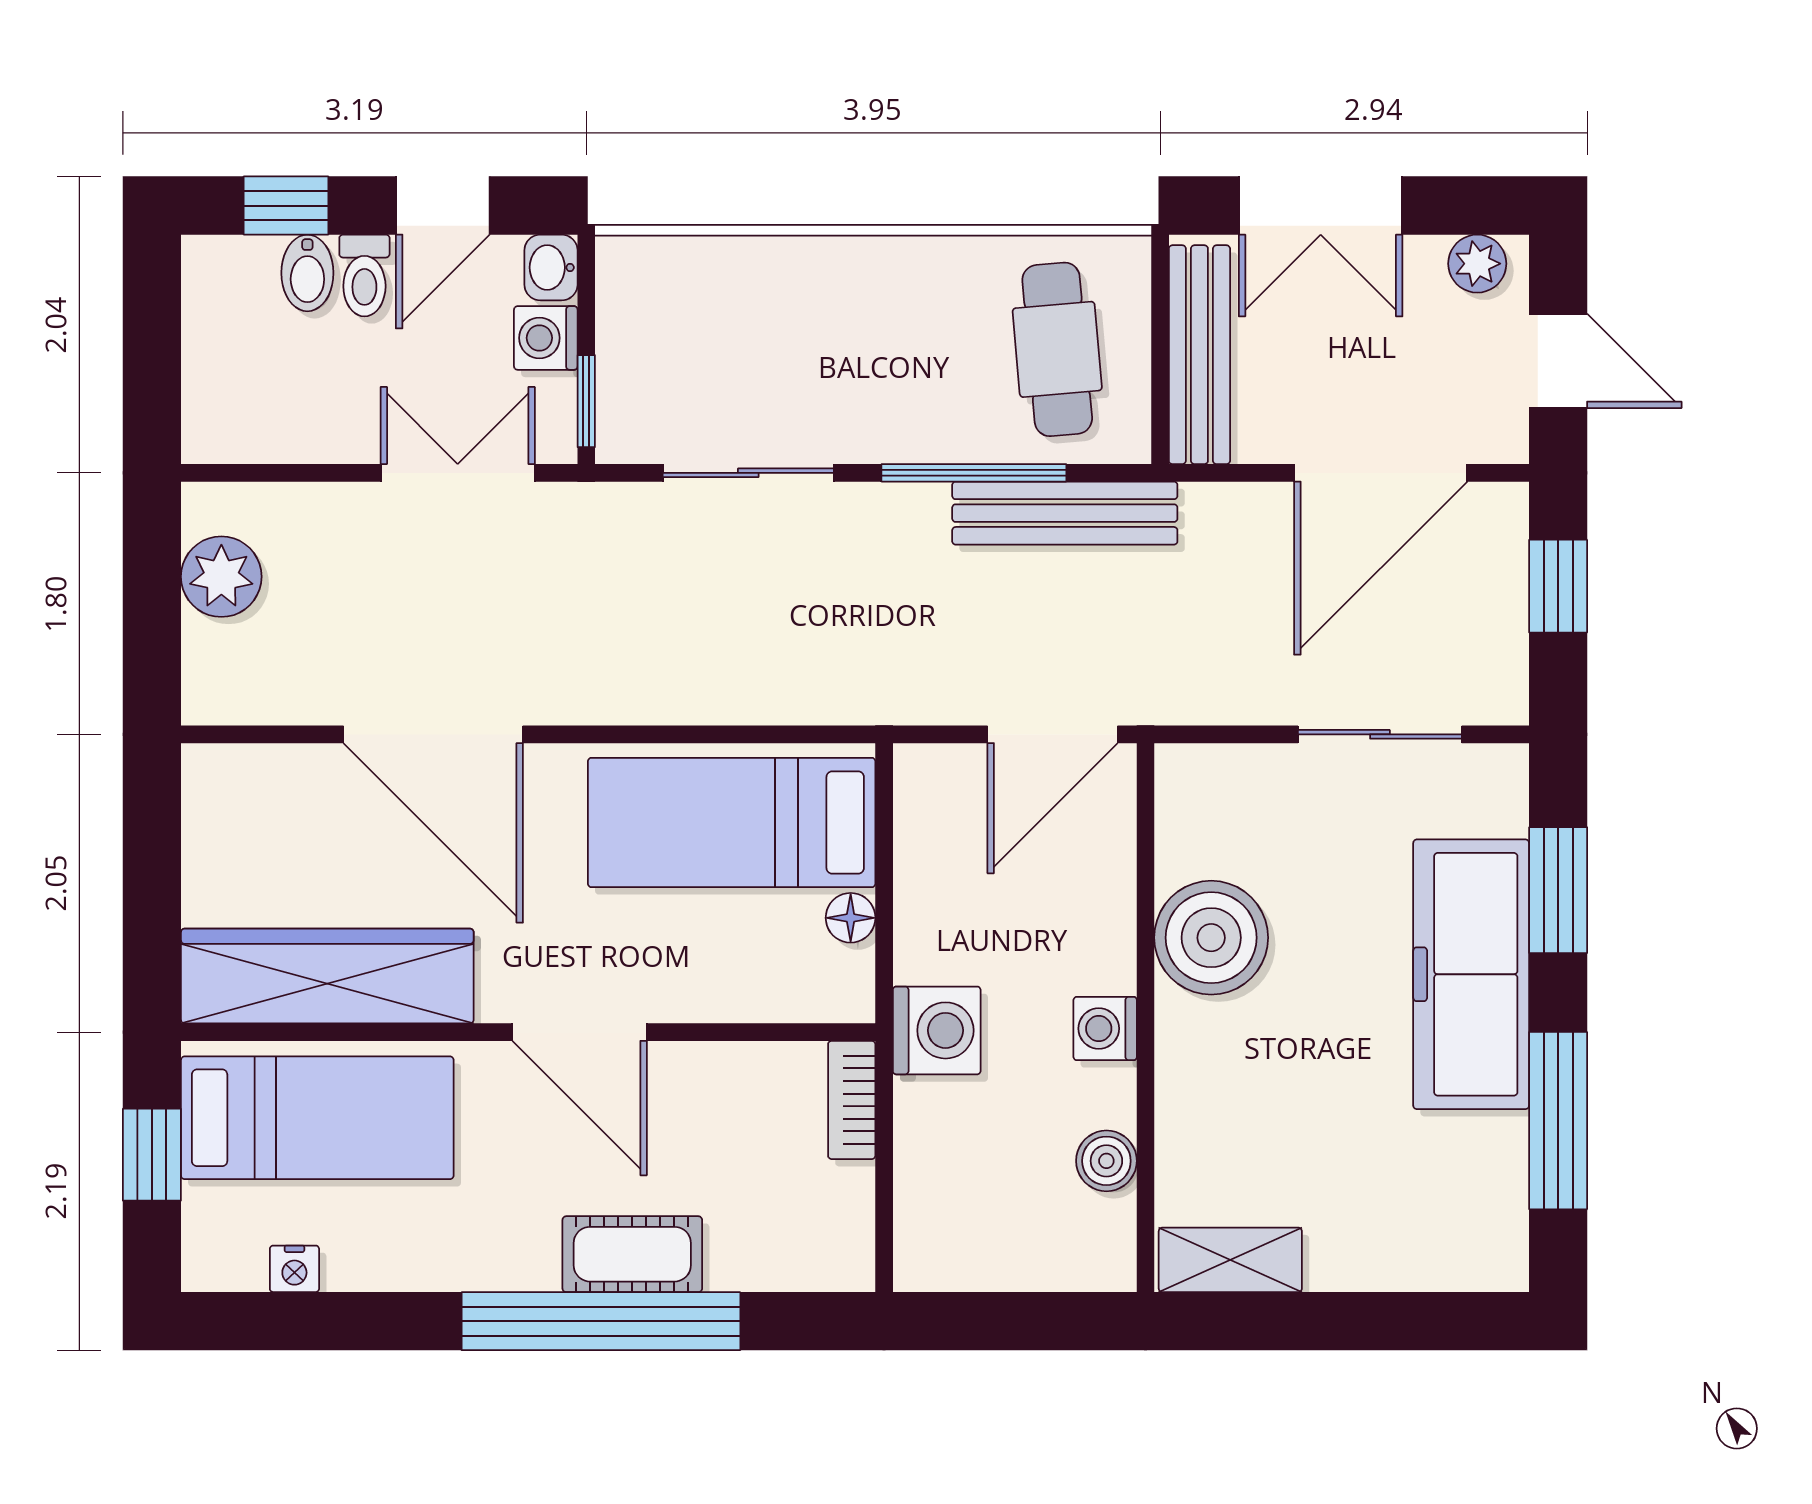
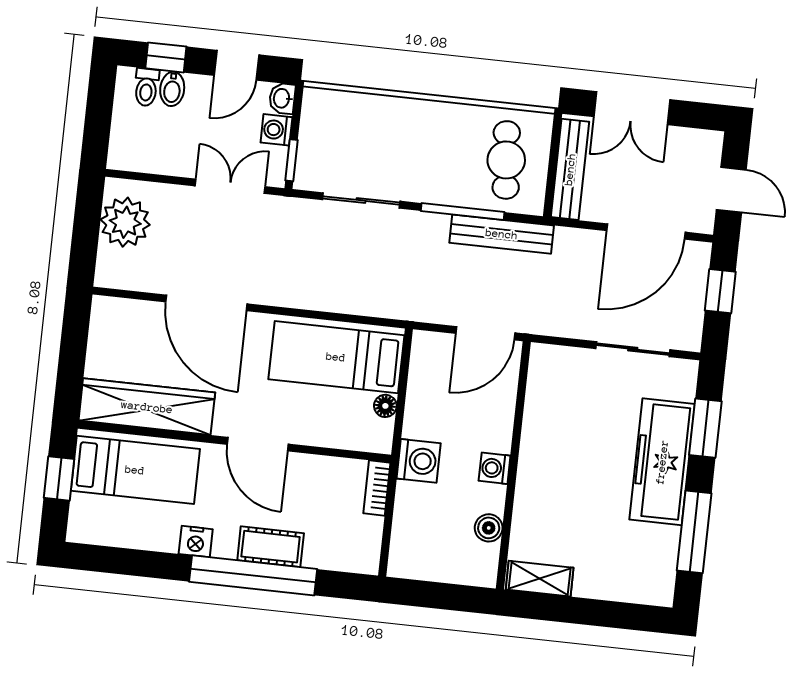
plant: (1477, 264) -> (700, 142), removed
toilet: (364, 276) -> (146, 87), moved
plant: (221, 577) -> (125, 222), width x1.36, depth x1.36
boiler: (1211, 938) -> (547, 432), removed
nightstand: (294, 1269) -> (196, 542), moved, width x1.39, depth x1.35

